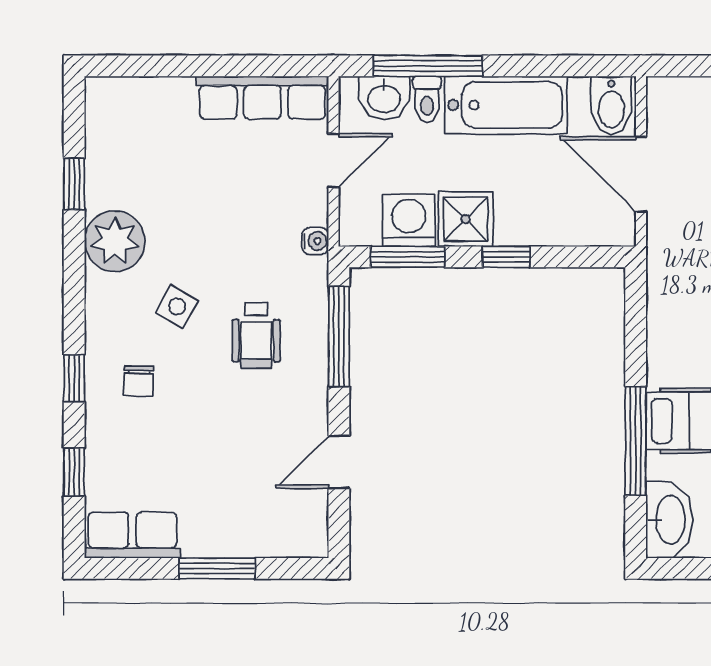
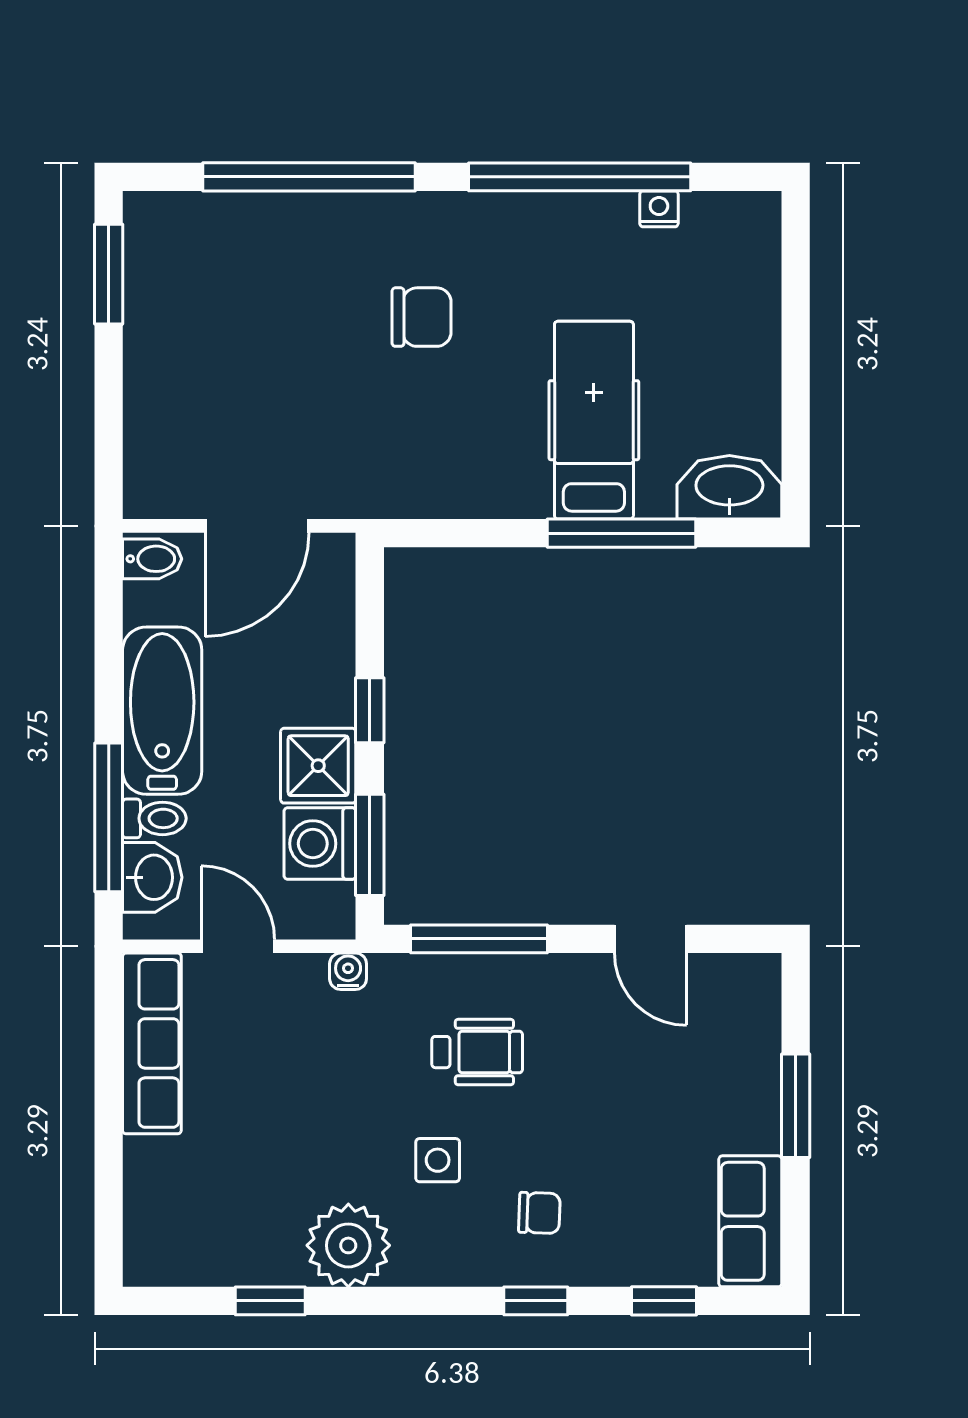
bidet: (611, 105) -> (152, 559), width x0.72, depth x0.74
side table: (177, 306) -> (438, 1160), turned -30

